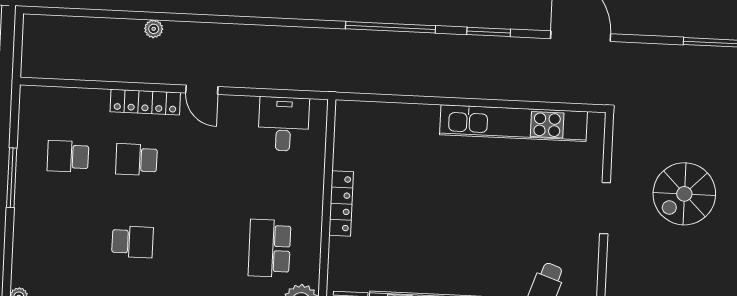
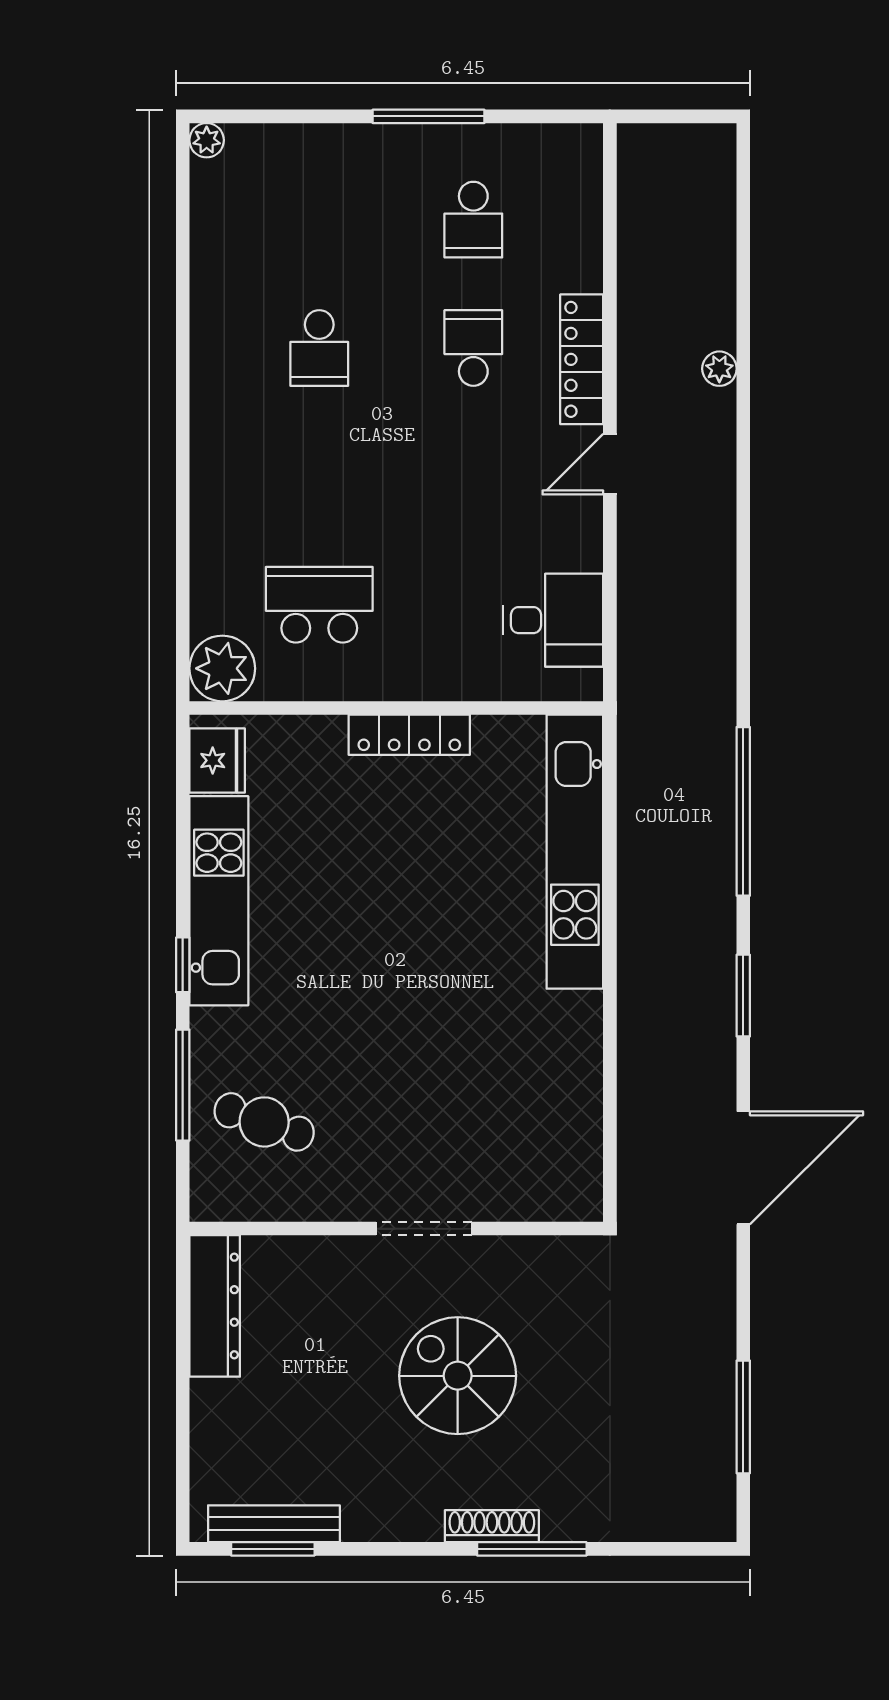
kitchen unit: (513, 123) -> (575, 852), moved
school desk: (68, 156) -> (473, 220), turned 180

